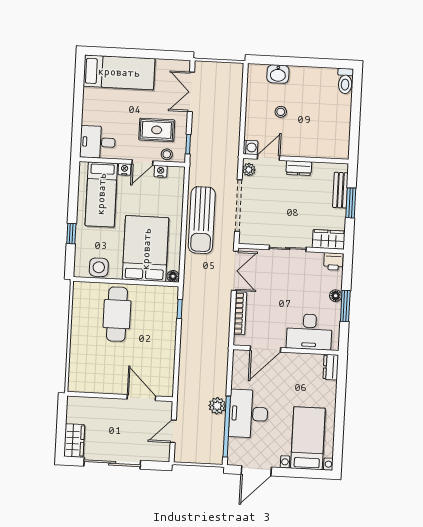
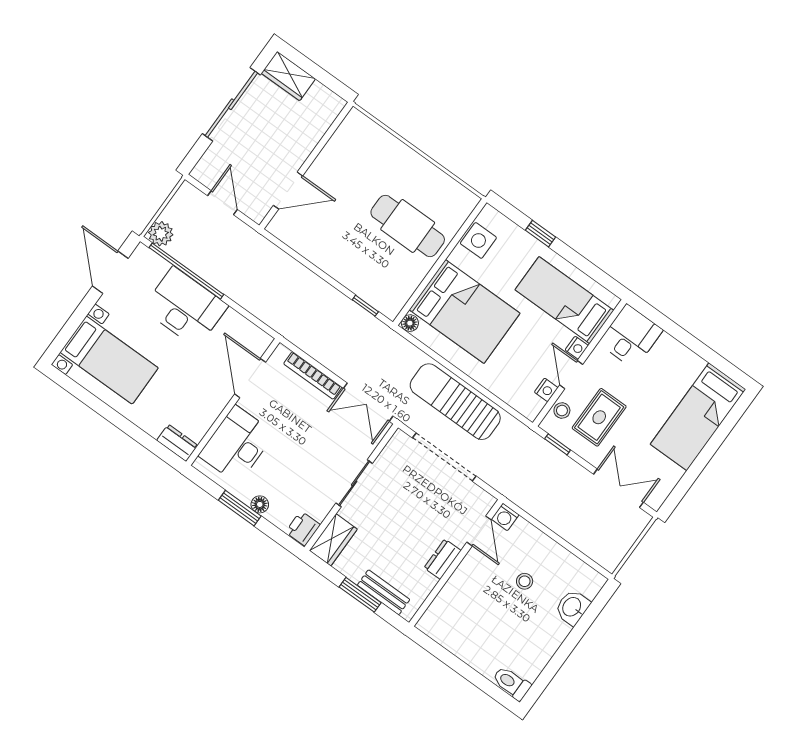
plant: (249, 170) -> (480, 498), removed
plant: (217, 406) -> (161, 234), moved

